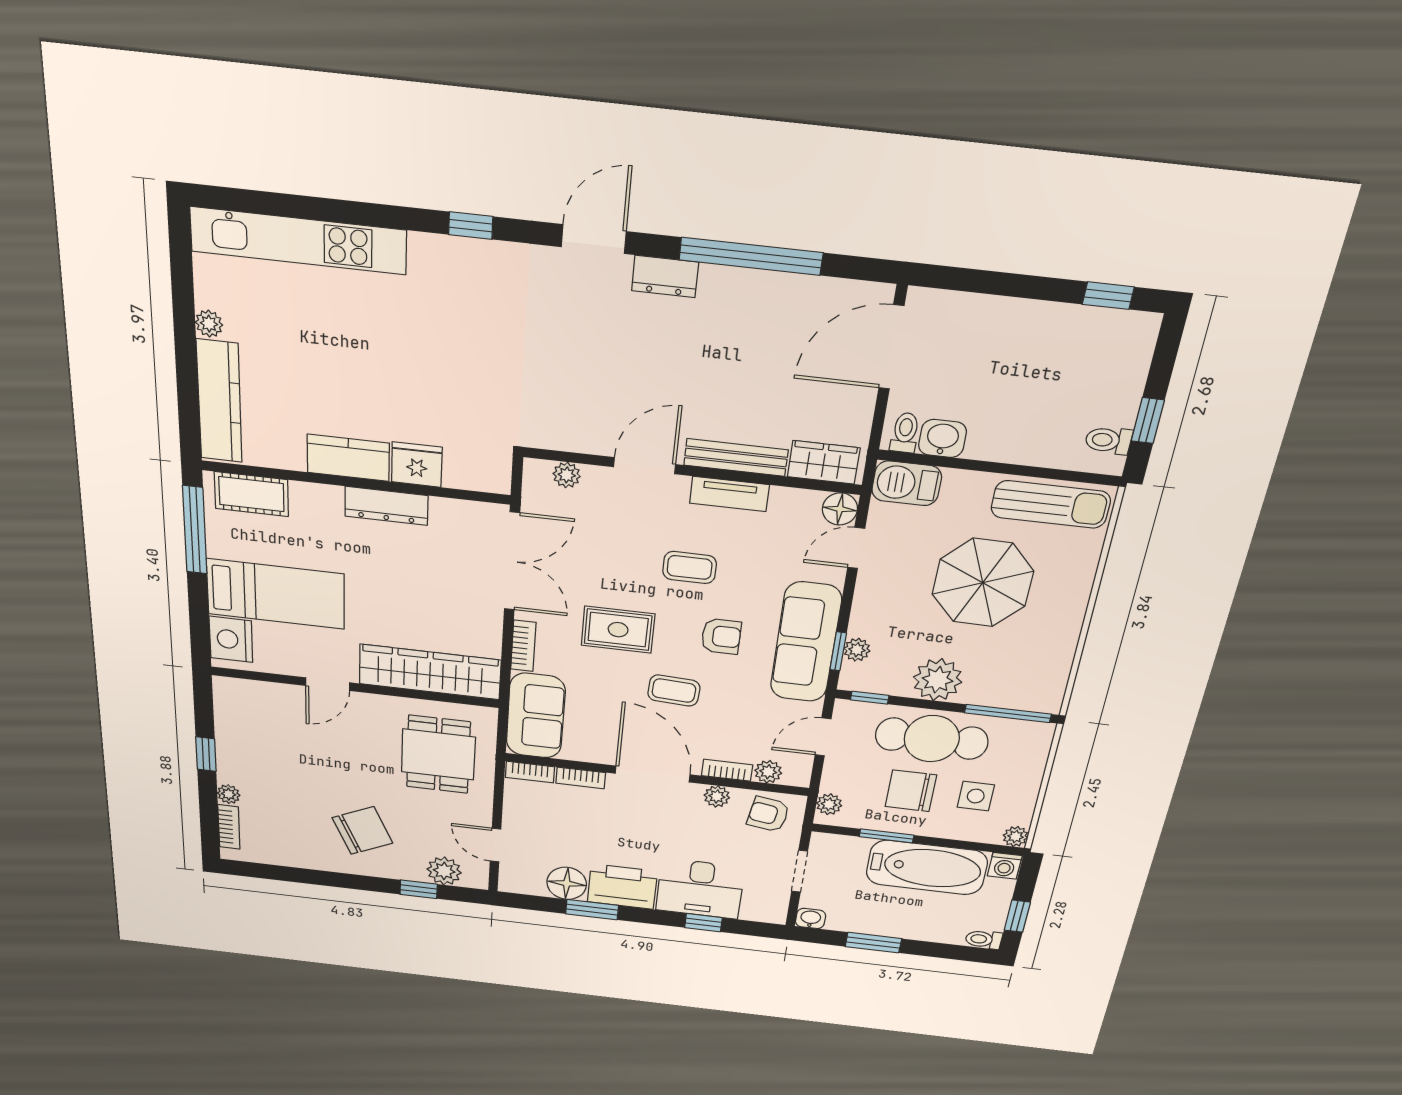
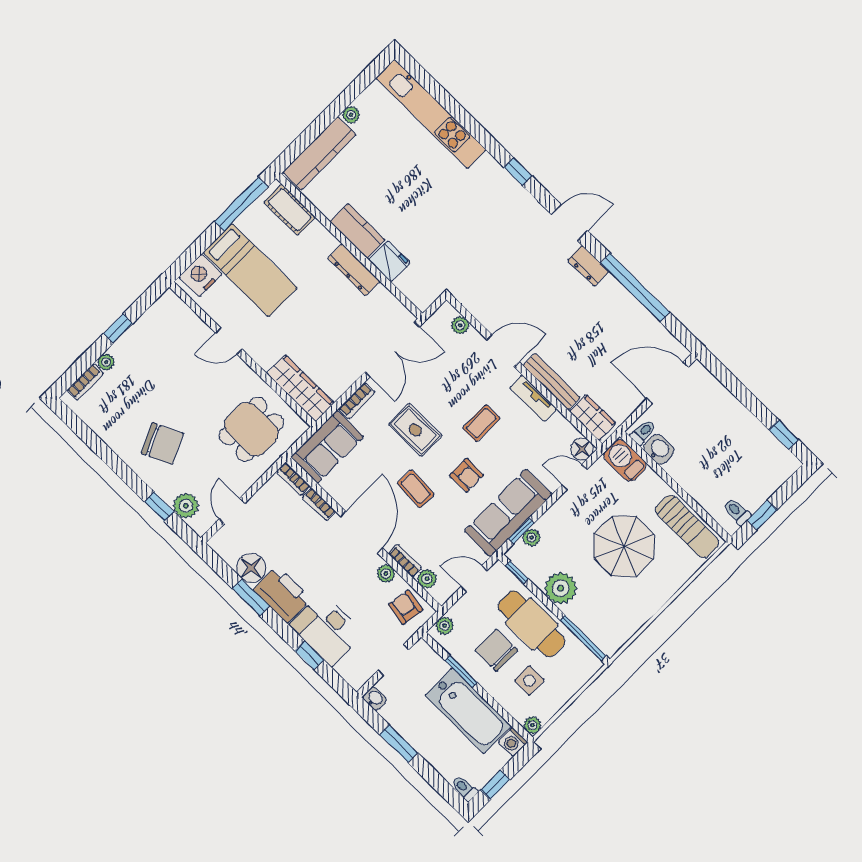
coffee table: (690, 567) -> (481, 423), turned 90
wardrobe: (430, 672) -> (300, 388), width x0.71, depth x0.85

